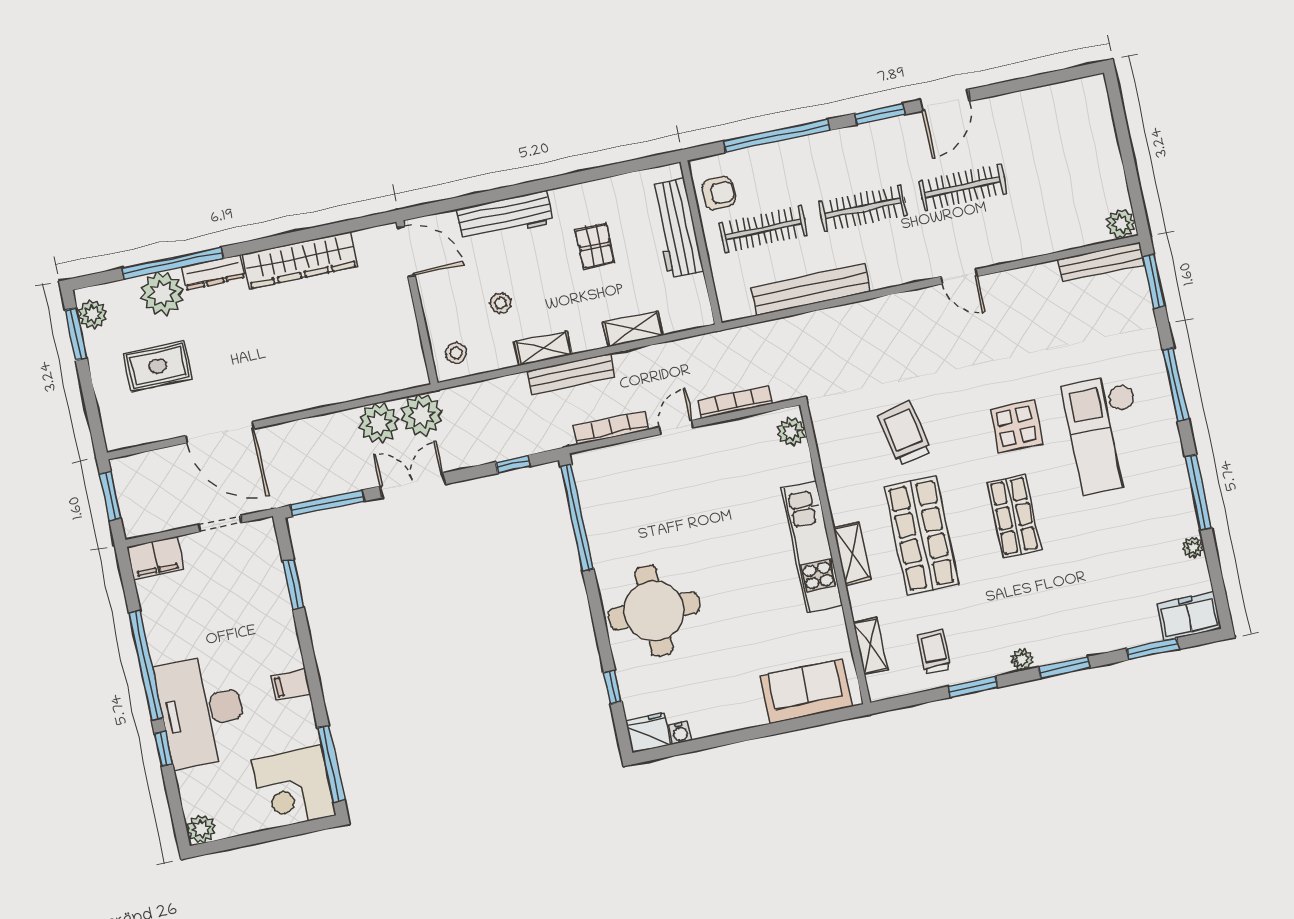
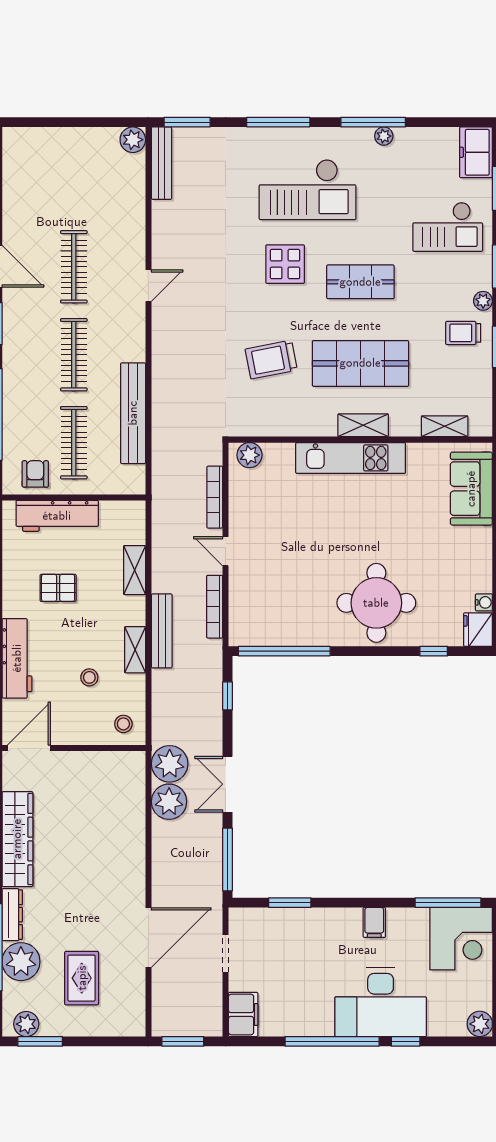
plant: (1193, 547) -> (384, 136), moved
checkout: (1097, 602) -> (448, 227), added
trolley: (934, 652) -> (463, 333), moved

